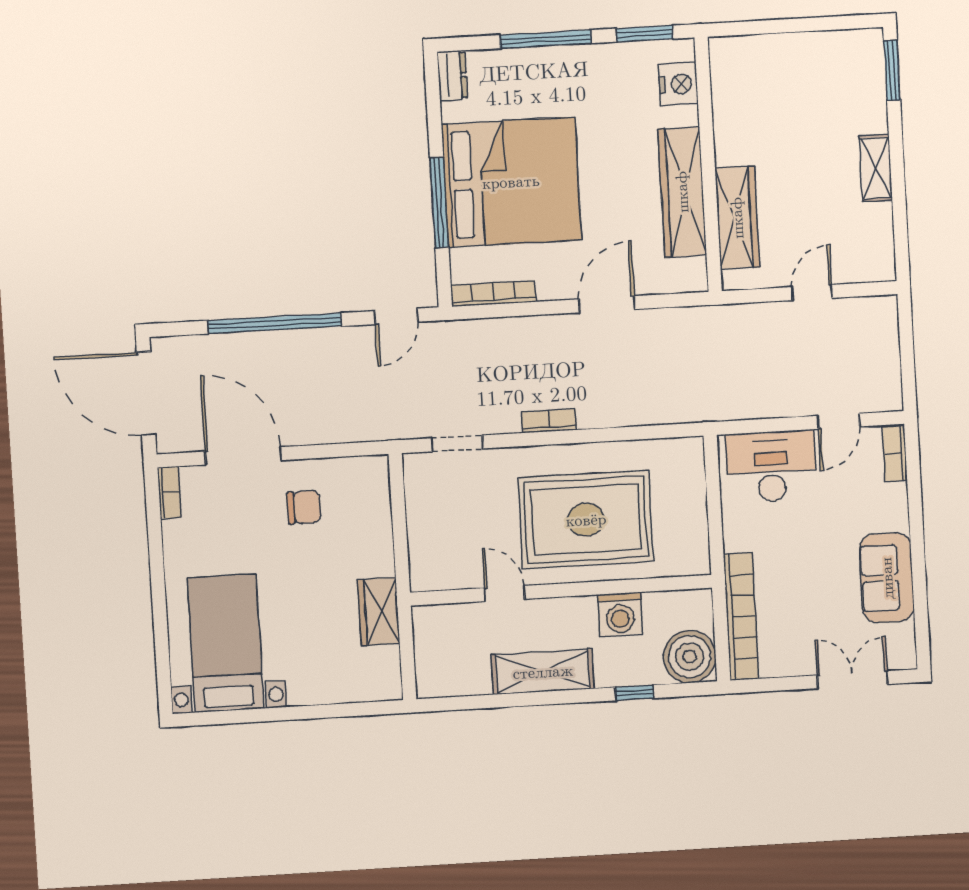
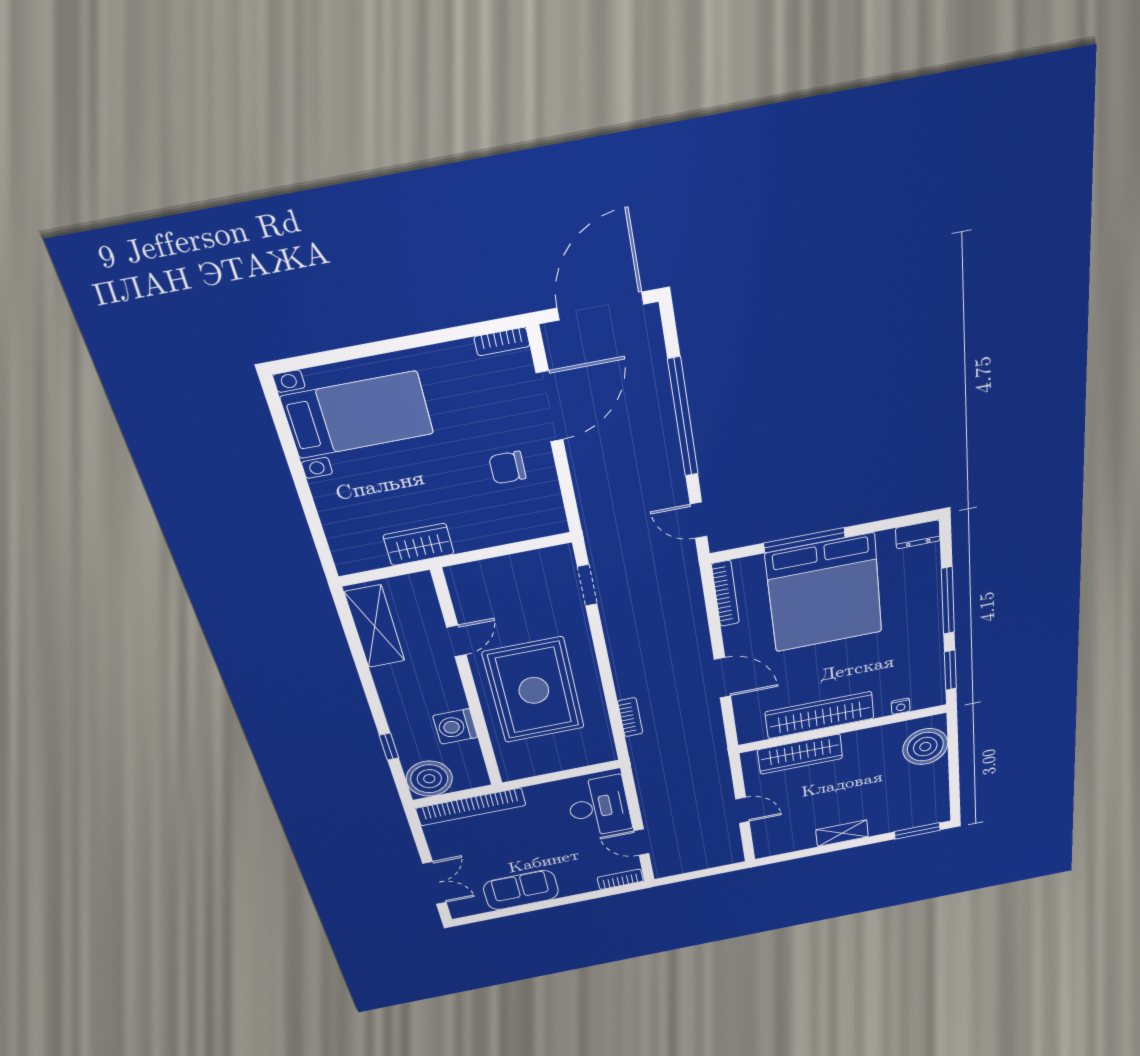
boiler: (755, 62) -> (925, 747), added
nightstand: (678, 84) -> (901, 706), width x0.53, depth x0.56
bookcase: (549, 421) -> (630, 717), moved
chair: (304, 507) -> (507, 468), turned 90
shelving: (543, 672) -> (375, 627), moved

